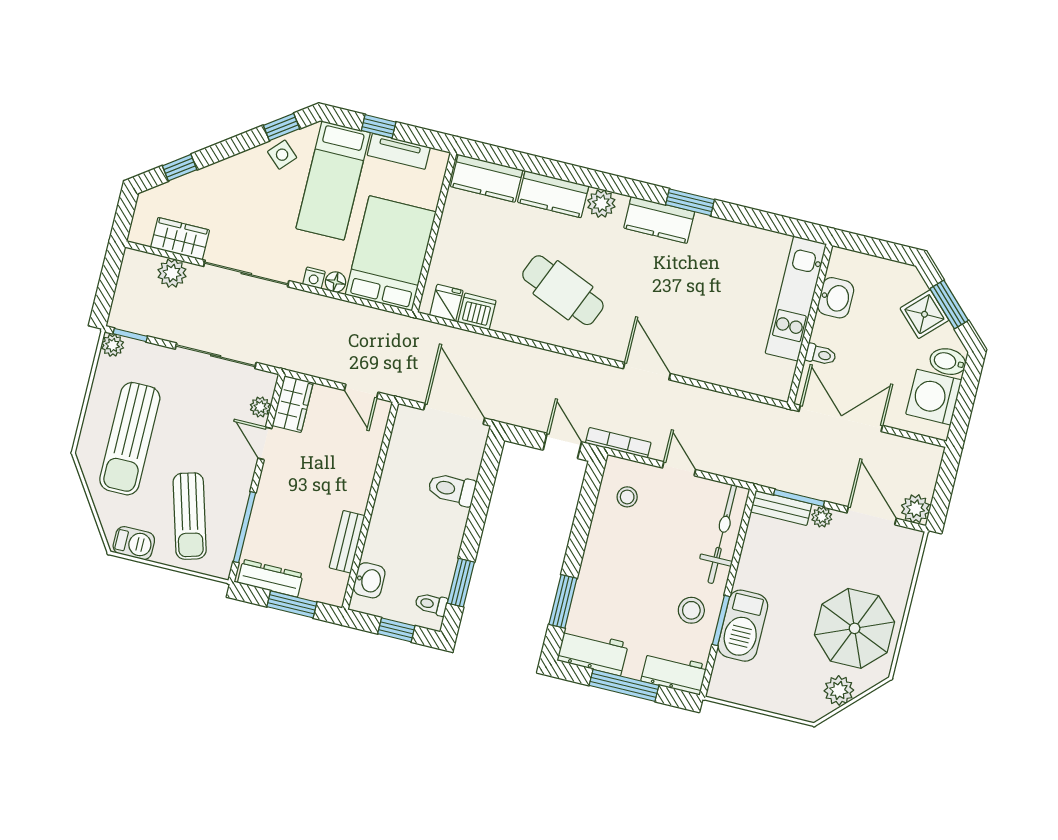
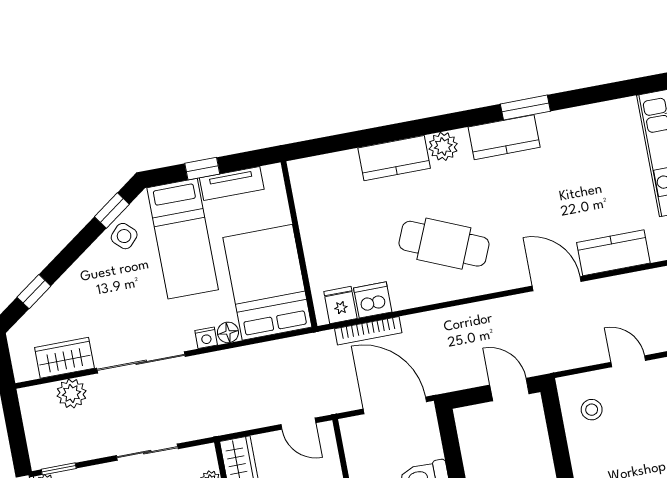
kitchen counter: (487, 178) -> (613, 253), moved, turned 180
sliding door: (216, 356) -> (147, 452), width x0.73
bookcase: (618, 443) -> (368, 331), moved, turned 180

